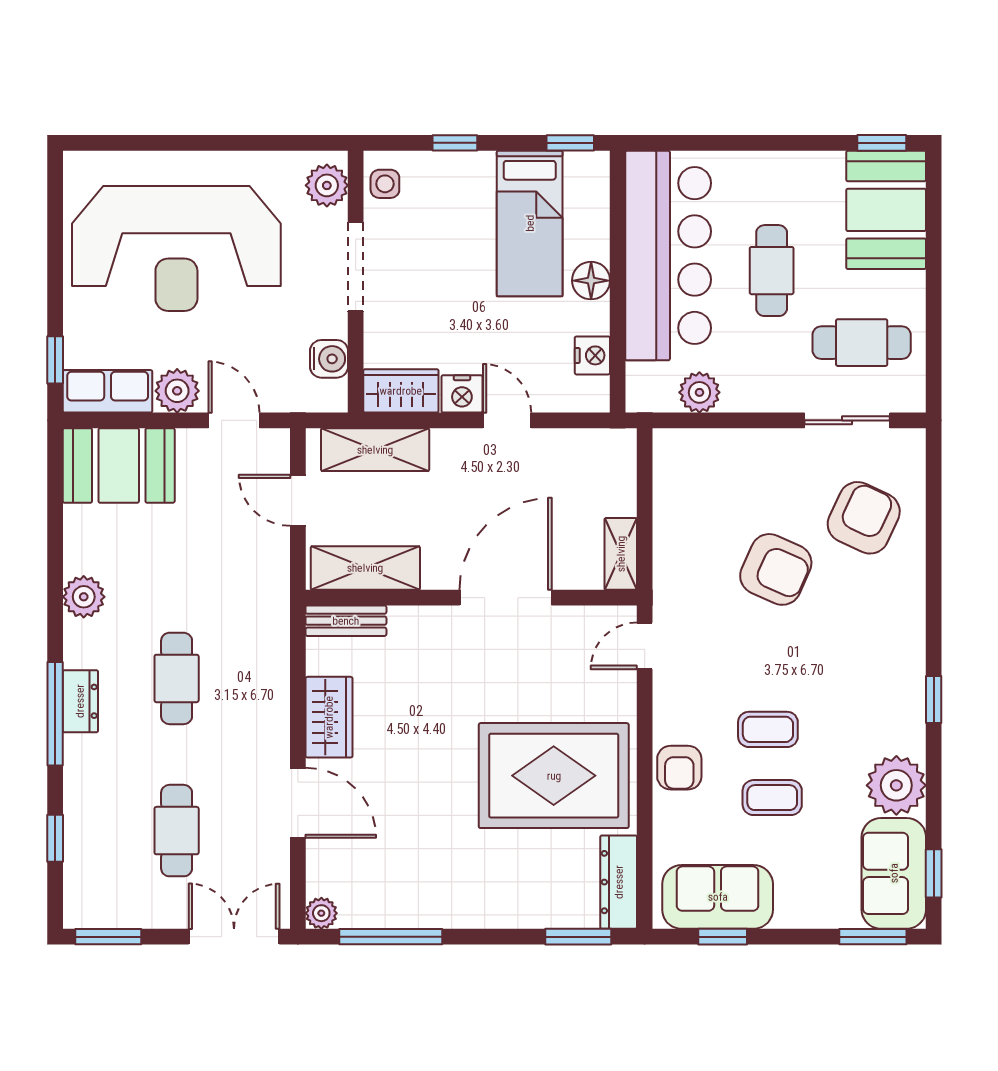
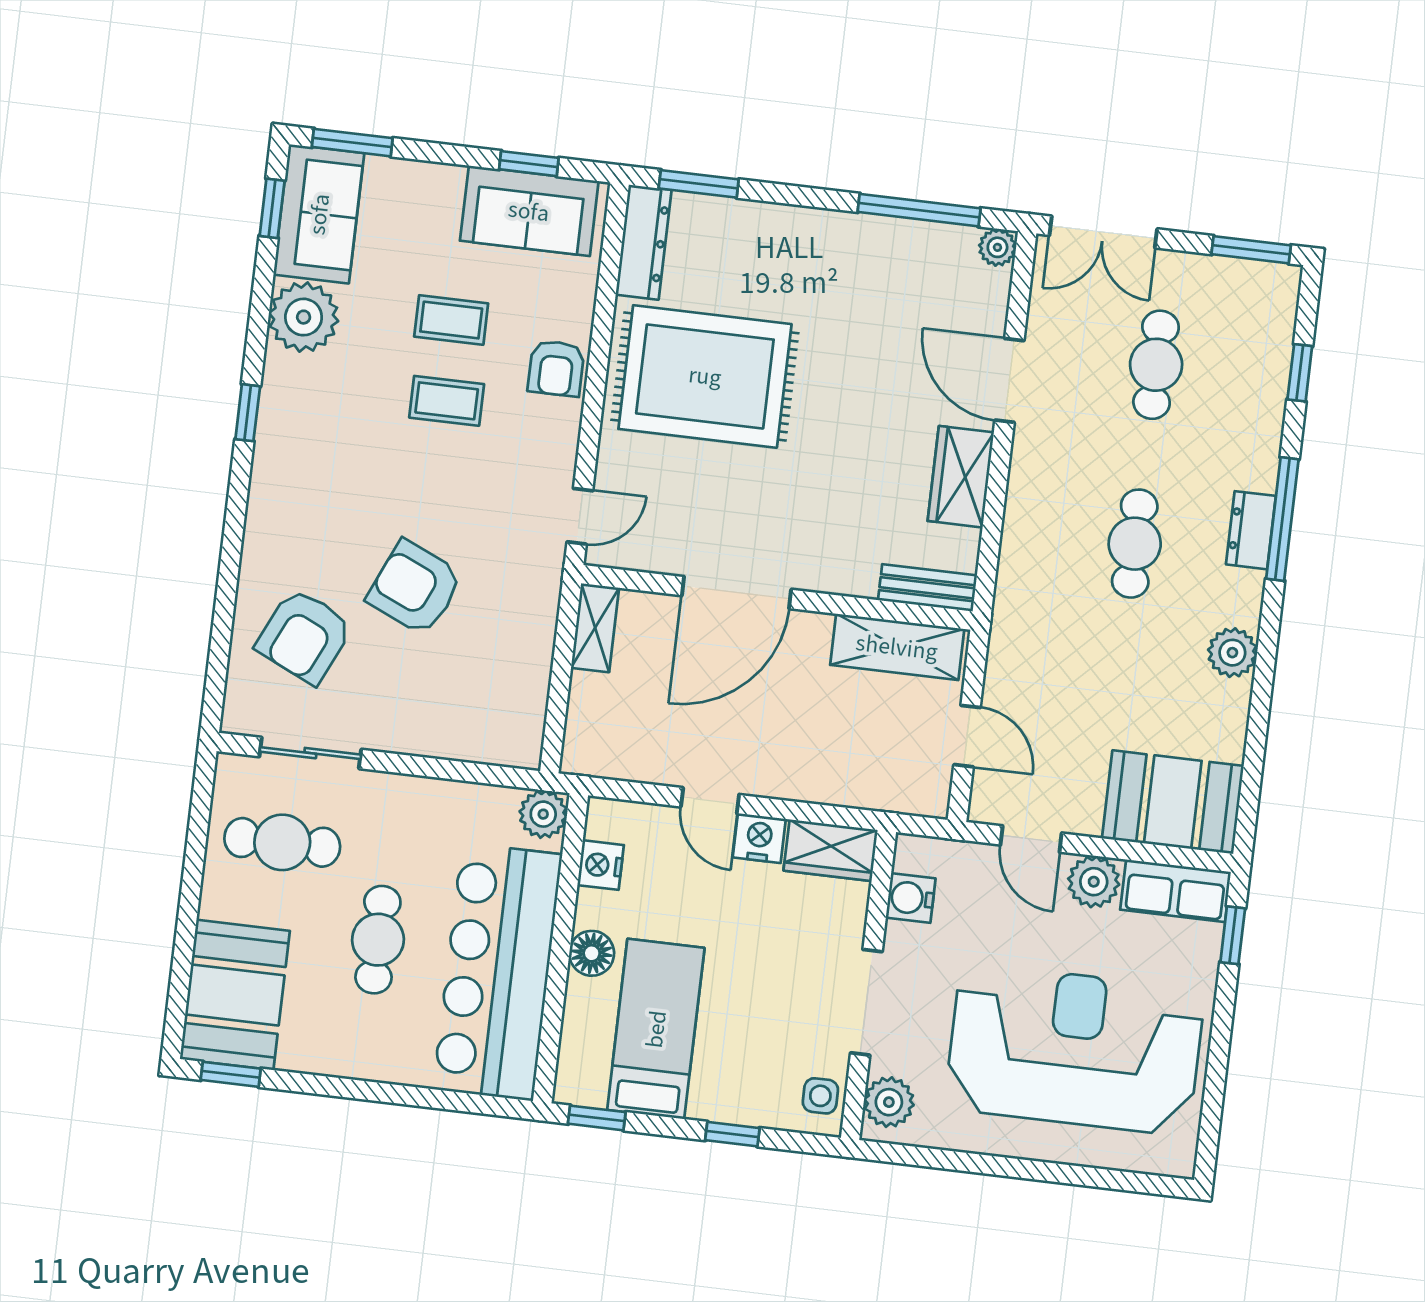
plant: (699, 392) -> (543, 814), moved
shelving: (375, 450) -> (869, 785), removed
armchair: (679, 768) -> (556, 368), turned 180

